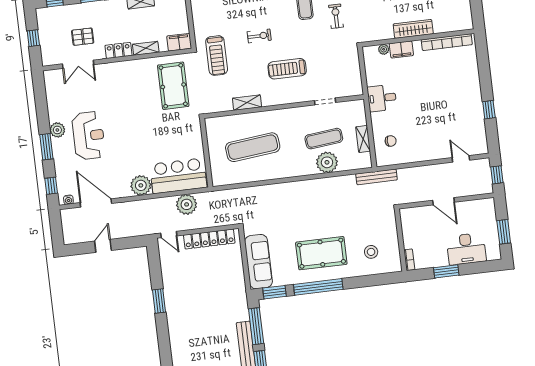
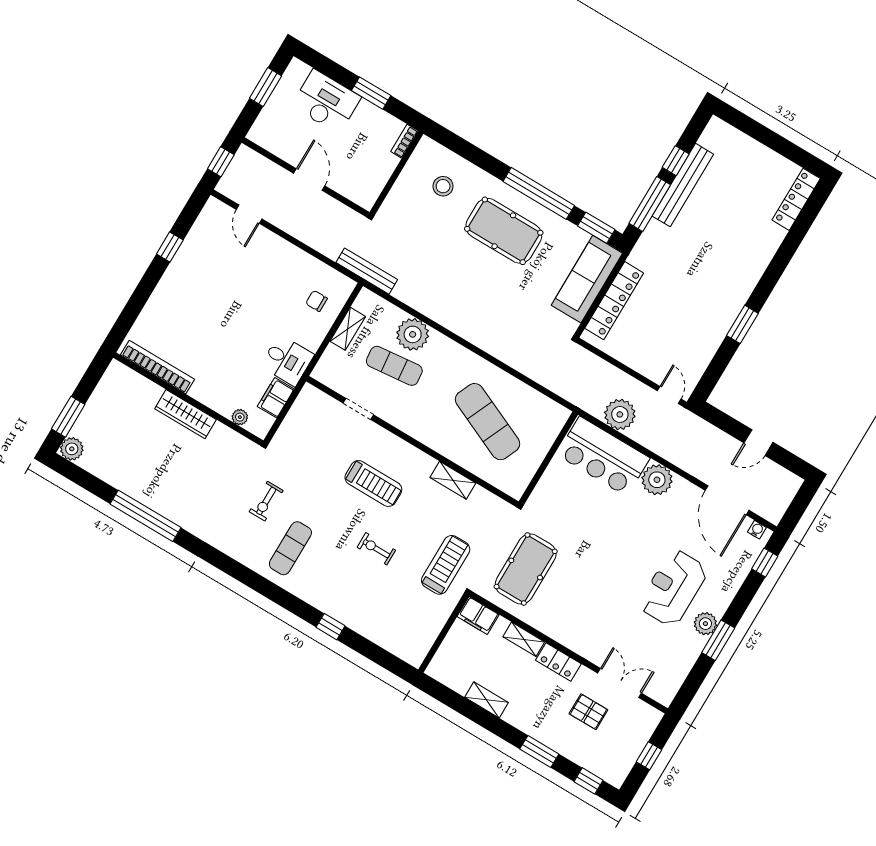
filing cabinet: (401, 49) -> (276, 398), moved, turned -90
window: (46, 147) -> (718, 640), moved
exercise mat: (253, 147) -> (487, 422), turned 30
locker: (209, 239) -> (614, 301), moved, turned 90

